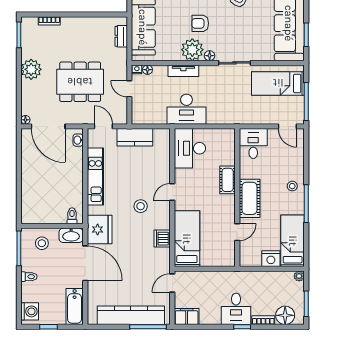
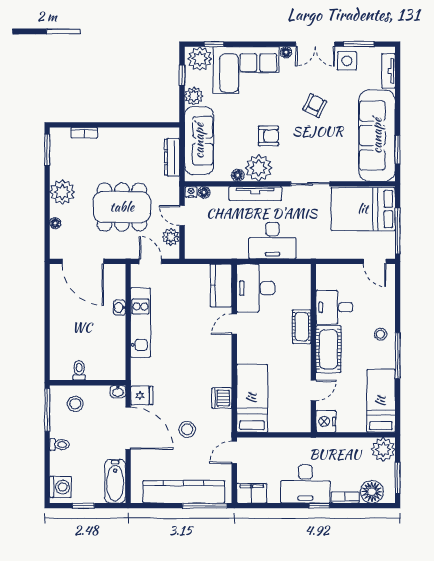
armchair: (200, 23) -> (268, 136), turned 180
dresser: (121, 36) -> (172, 157), width x1.44
floor lamp: (210, 56) -> (238, 175), moved
tv unit: (183, 71) -> (255, 194), width x1.41
bed: (278, 83) -> (363, 209), width x1.50
plant: (120, 106) -> (171, 237), added
desk: (186, 109) -> (272, 240), moved
floor lamp: (25, 120) -> (55, 223), moved
kitchen counter: (135, 137) -> (221, 285), moved, turned 90
washbasin: (78, 140) -> (119, 307), moved
desk: (253, 144) -> (334, 307), moved, turned -90
door: (172, 192) -> (234, 324), moved
stool: (141, 206) -> (187, 429), moved
toilet: (72, 216) -> (79, 370), moved
fridge: (100, 229) -> (142, 395), width x0.53, depth x0.75
washbasin: (71, 235) -> (118, 391), width x0.52, depth x0.69
nightstand: (271, 259) -> (326, 421), moved, turned 90
plant: (299, 276) -> (383, 449), width x1.87, depth x1.87
desk: (236, 309) -> (305, 484), width x1.37

